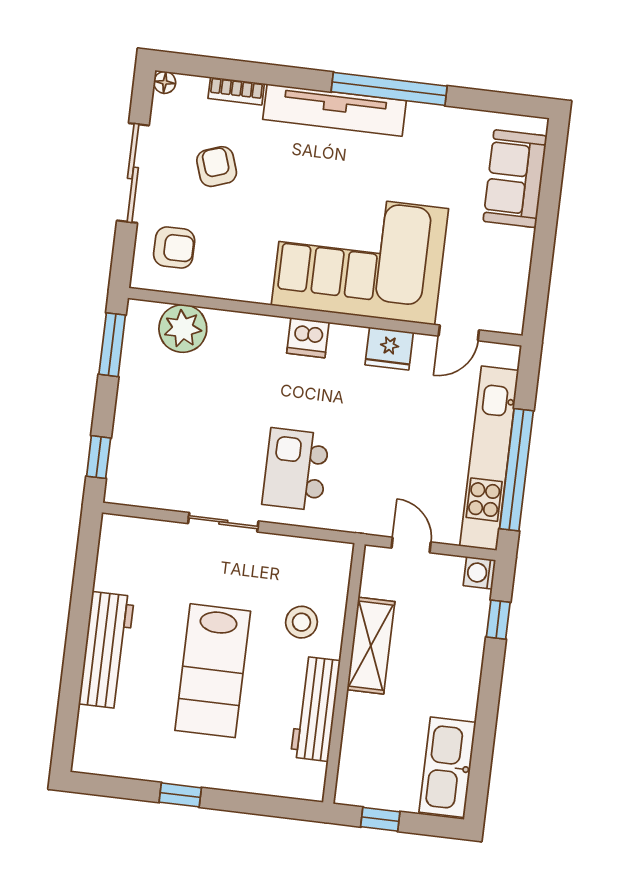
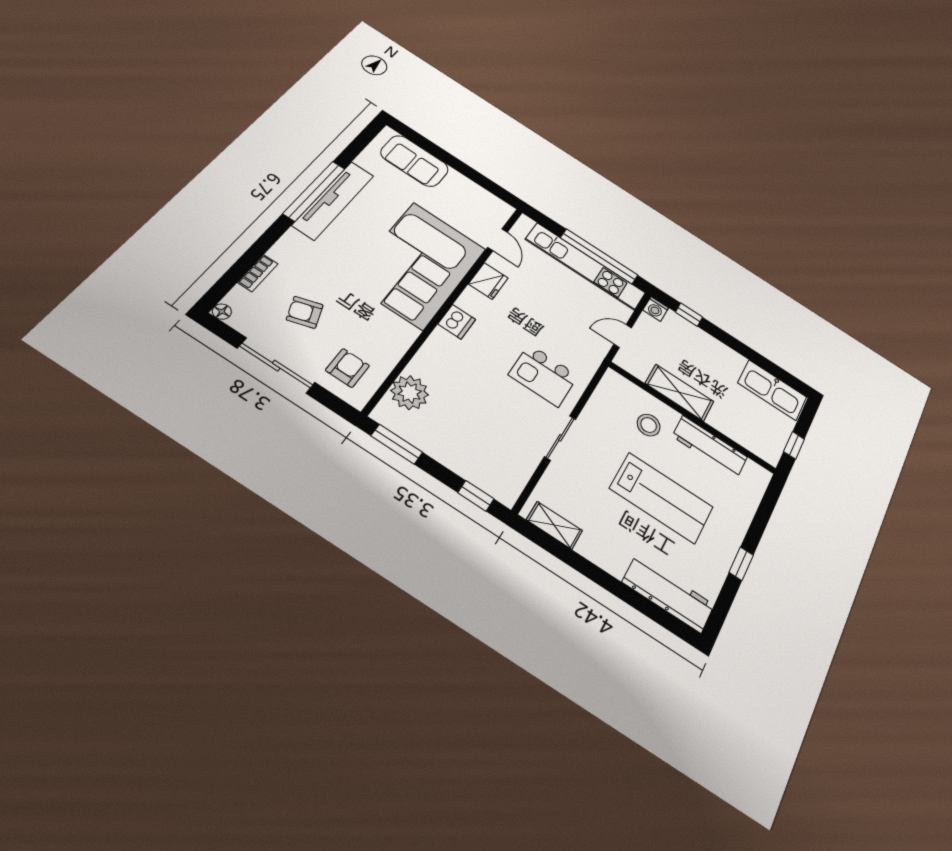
tv unit: (335, 110) -> (333, 200), moved
shelving: (111, 558) -> (554, 525), added
workbench: (106, 650) -> (668, 593), moved

